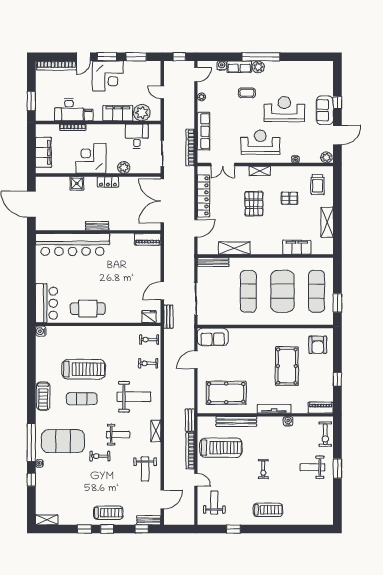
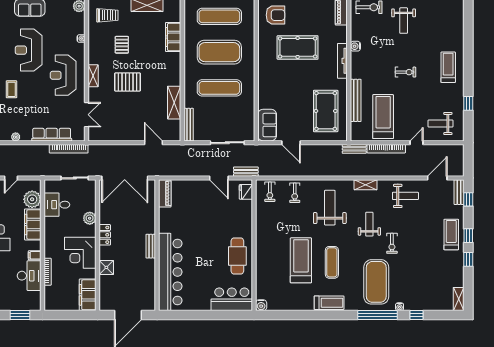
filing cabinet: (43, 152) -> (88, 295), moved, turned -90
locker: (203, 196) -> (119, 135), removed
door: (162, 500) -> (437, 178), hinge flipped

